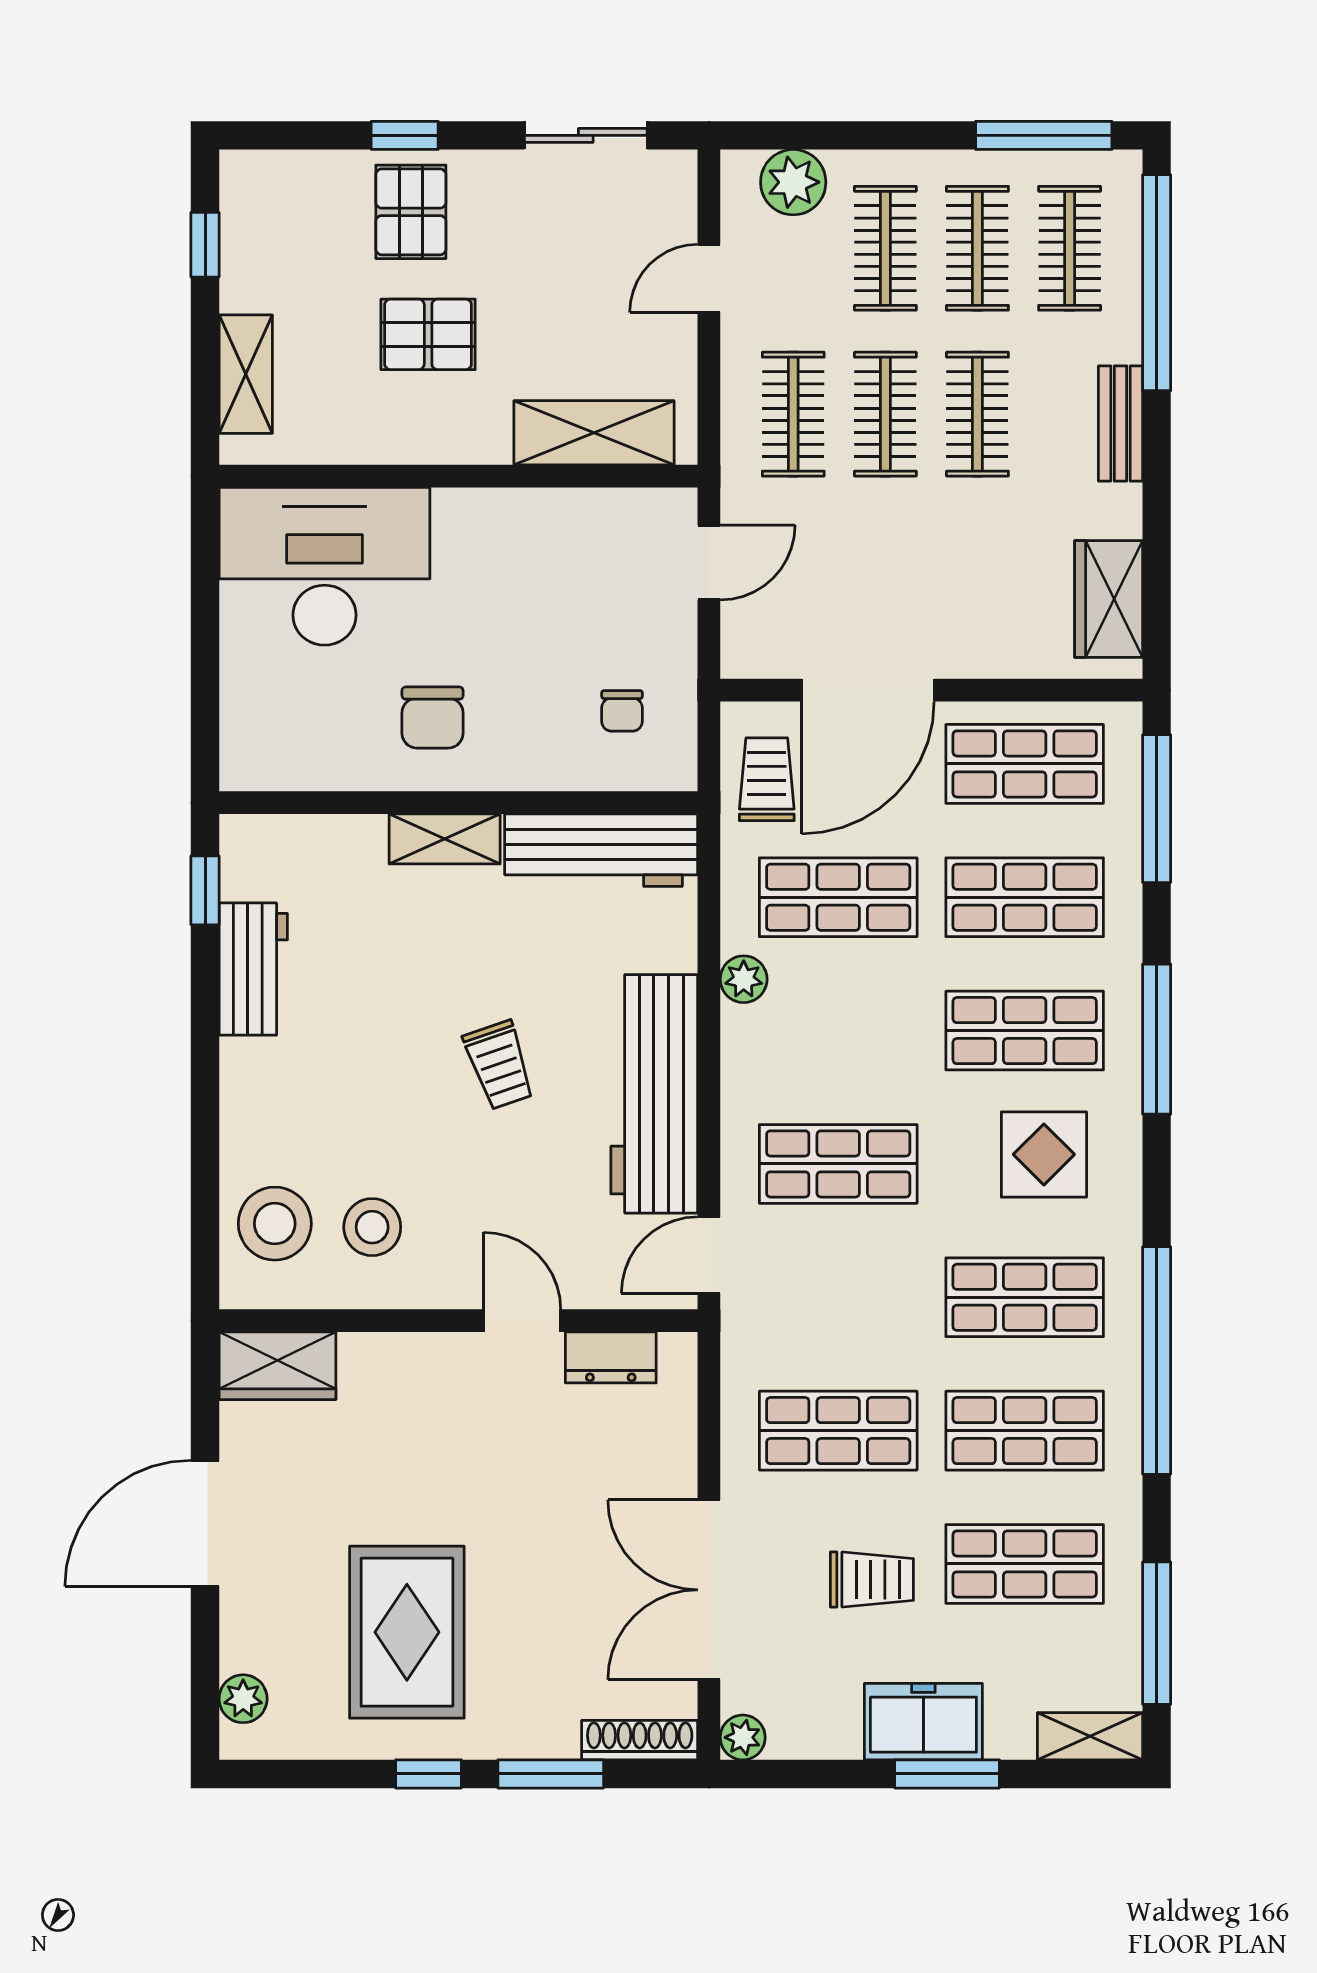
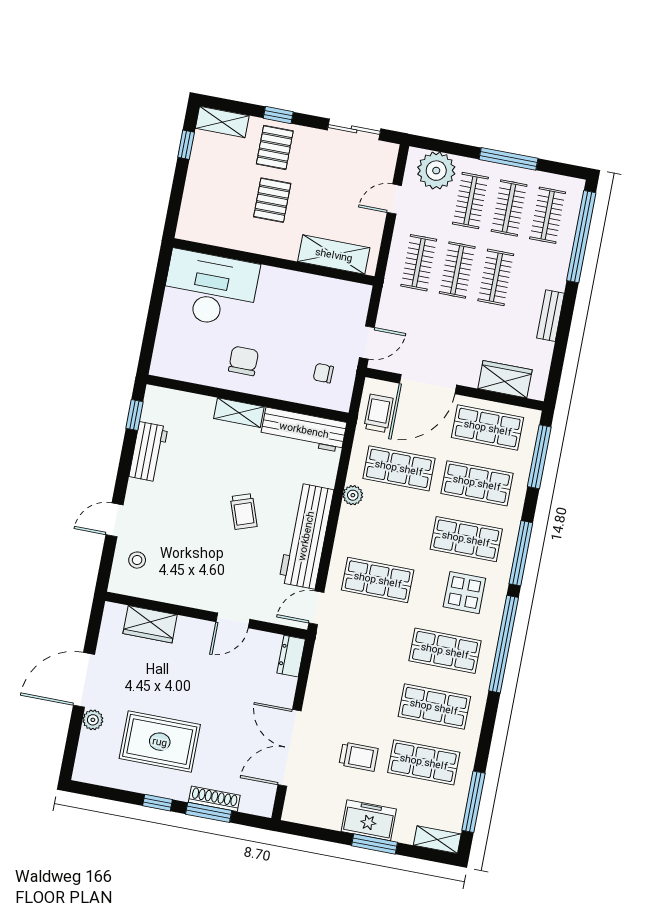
window: (1044, 135) -> (509, 159), moved
plant: (793, 182) -> (436, 171), width x1.36, depth x1.36
pallet: (428, 334) -> (272, 200), turned 90
shelving: (246, 374) -> (222, 122), moved, turned 90
bench: (1121, 424) -> (551, 316), moved
door: (709, 562) -> (367, 342), moved
wardrobe: (1109, 599) -> (505, 379), moved, turned 90
chair: (622, 711) -> (323, 373), turned 91
chair: (433, 718) -> (243, 361), turned 180
door: (205, 1141) -> (114, 520), added
stool: (275, 1224) -> (137, 560), width x0.53, depth x0.53
stool: (372, 1227) -> (178, 569), removed
door: (522, 1321) -> (233, 620), swing flipped
dresser: (611, 1357) -> (291, 656), moved, turned 90
window: (1157, 1361) -> (504, 644), moved
wardrobe: (277, 1366) -> (150, 624), moved
shop shelf: (838, 1431) -> (356, 692), removed
rug: (407, 1632) -> (160, 742), turned 90
plant: (243, 1699) -> (93, 720), moved
plant: (743, 1737) -> (292, 812), removed
shoe rack: (640, 1740) -> (214, 799), moved

